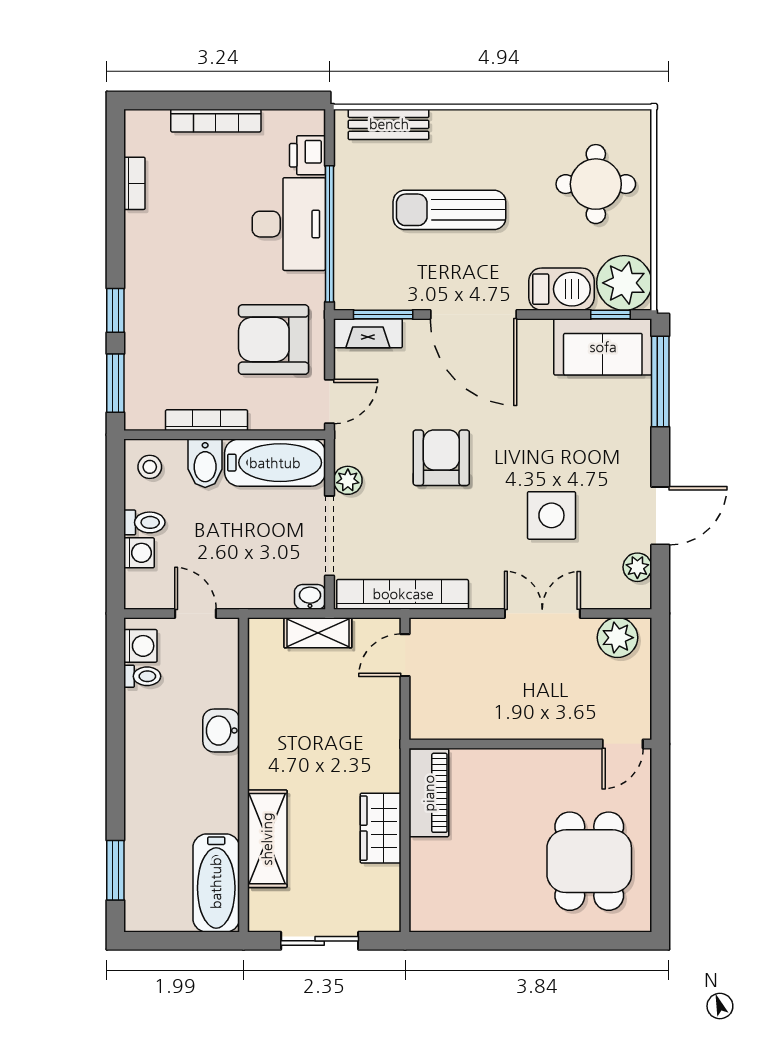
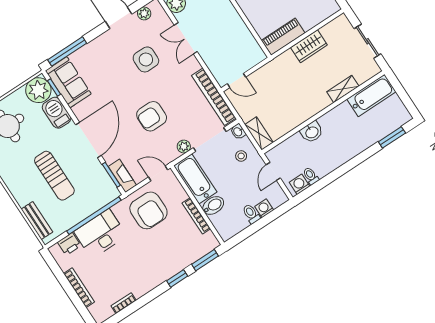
stool: (150, 467) -> (241, 156), moved
shelving: (318, 633) -> (259, 134), moved
shelving: (267, 839) -> (343, 89), width x0.67, depth x0.75

